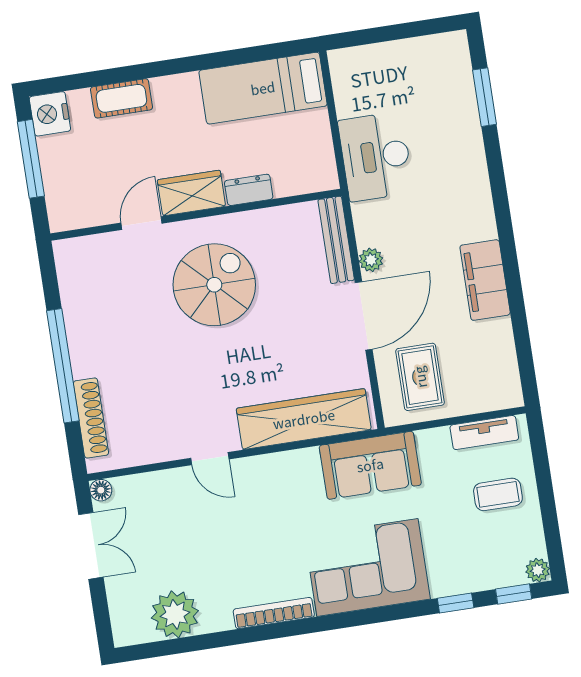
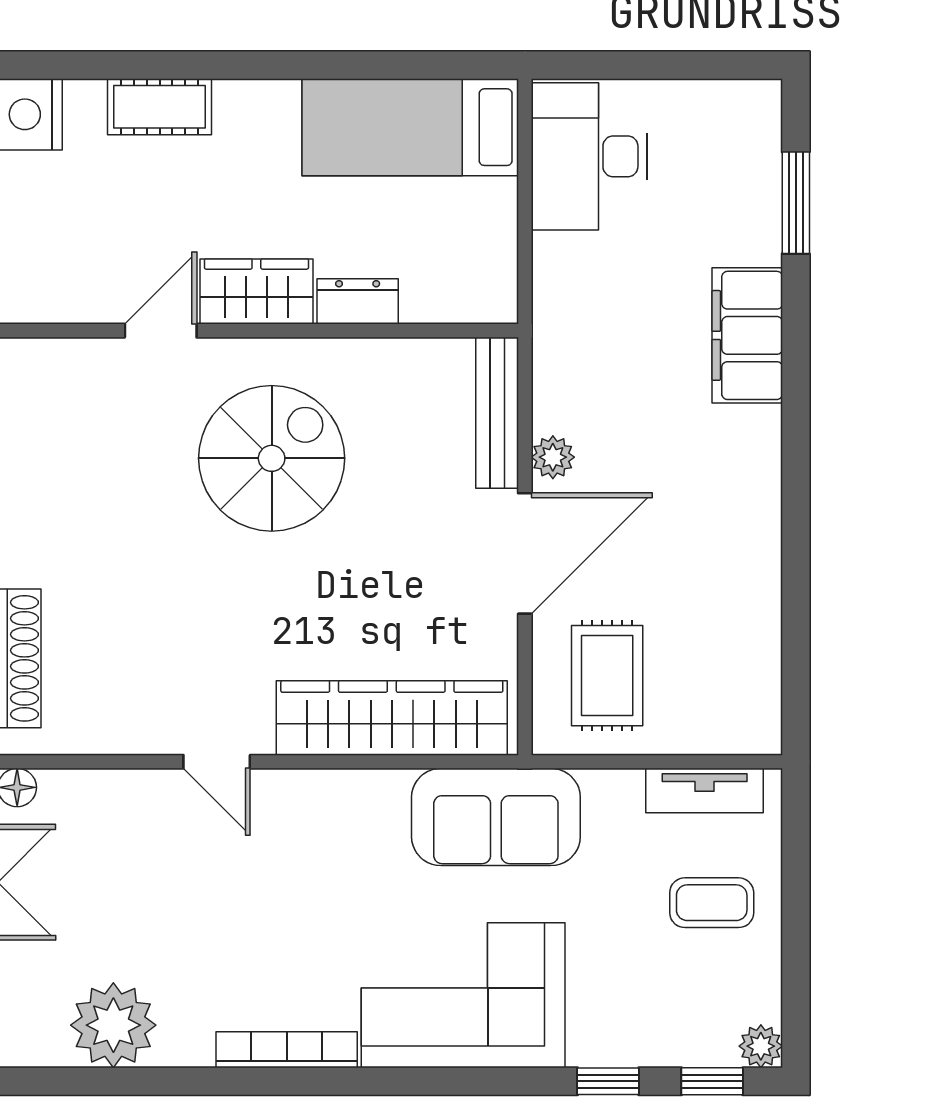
desk: (376, 157) -> (589, 156), moved
filing cabinet: (485, 280) -> (747, 335), moved

